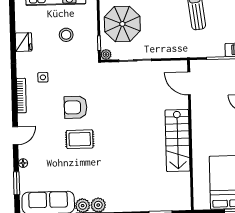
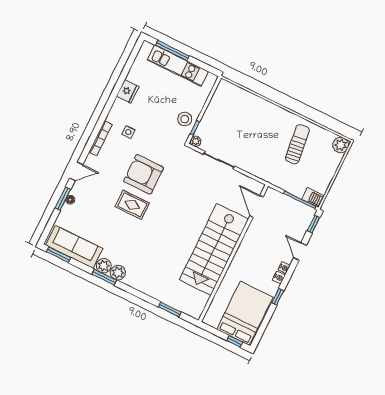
parasol: (122, 24) -> (225, 122), removed
stool: (66, 35) -> (185, 119), moved
armchair: (76, 107) -> (144, 174), width x1.36, depth x1.36
stairs: (178, 141) -> (214, 249), width x1.36, depth x1.51
window: (17, 183) -> (63, 199), moved

